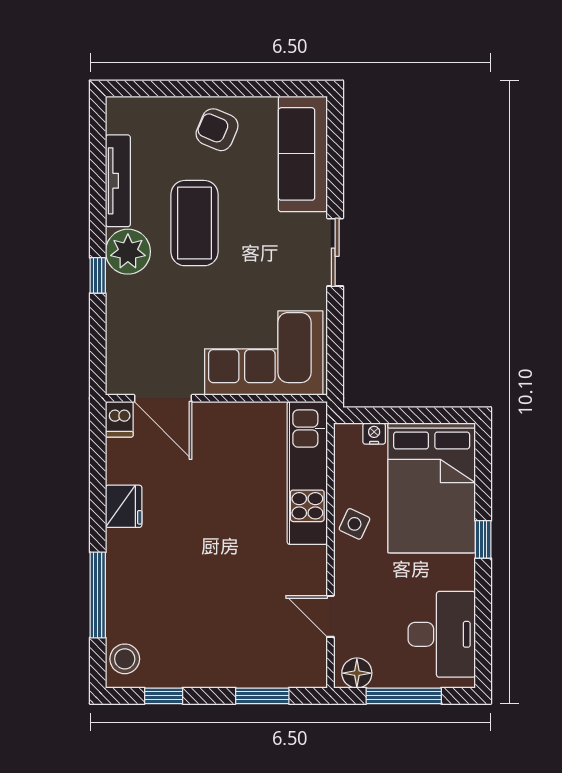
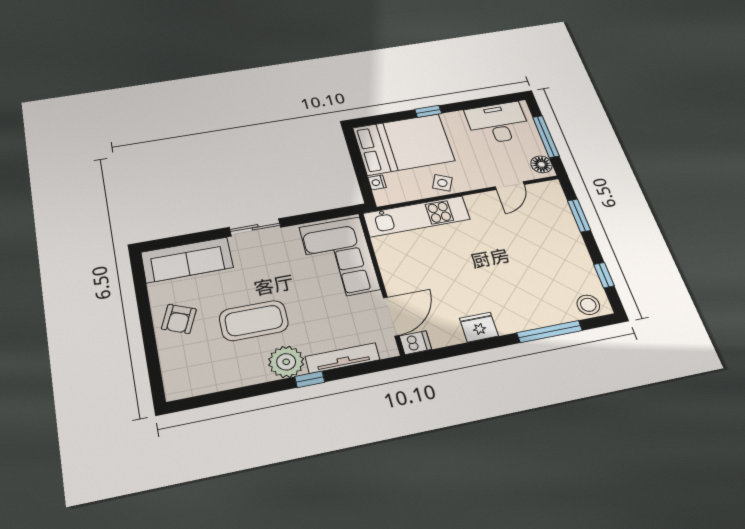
tv unit: (118, 181) -> (342, 358), moved

